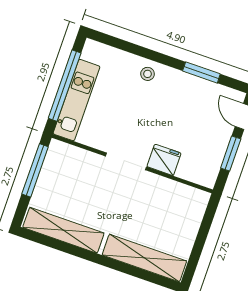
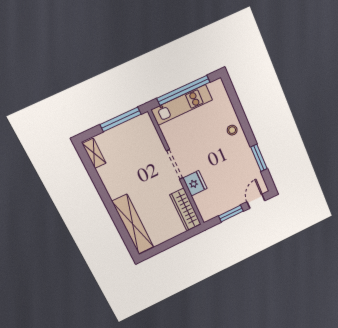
wardrobe: (181, 194) -> (185, 209), added
shelving: (63, 230) -> (94, 153), width x0.45, depth x0.75

